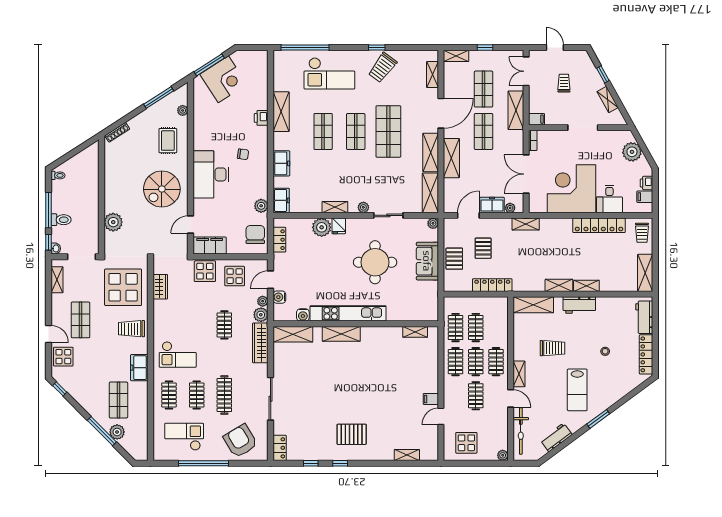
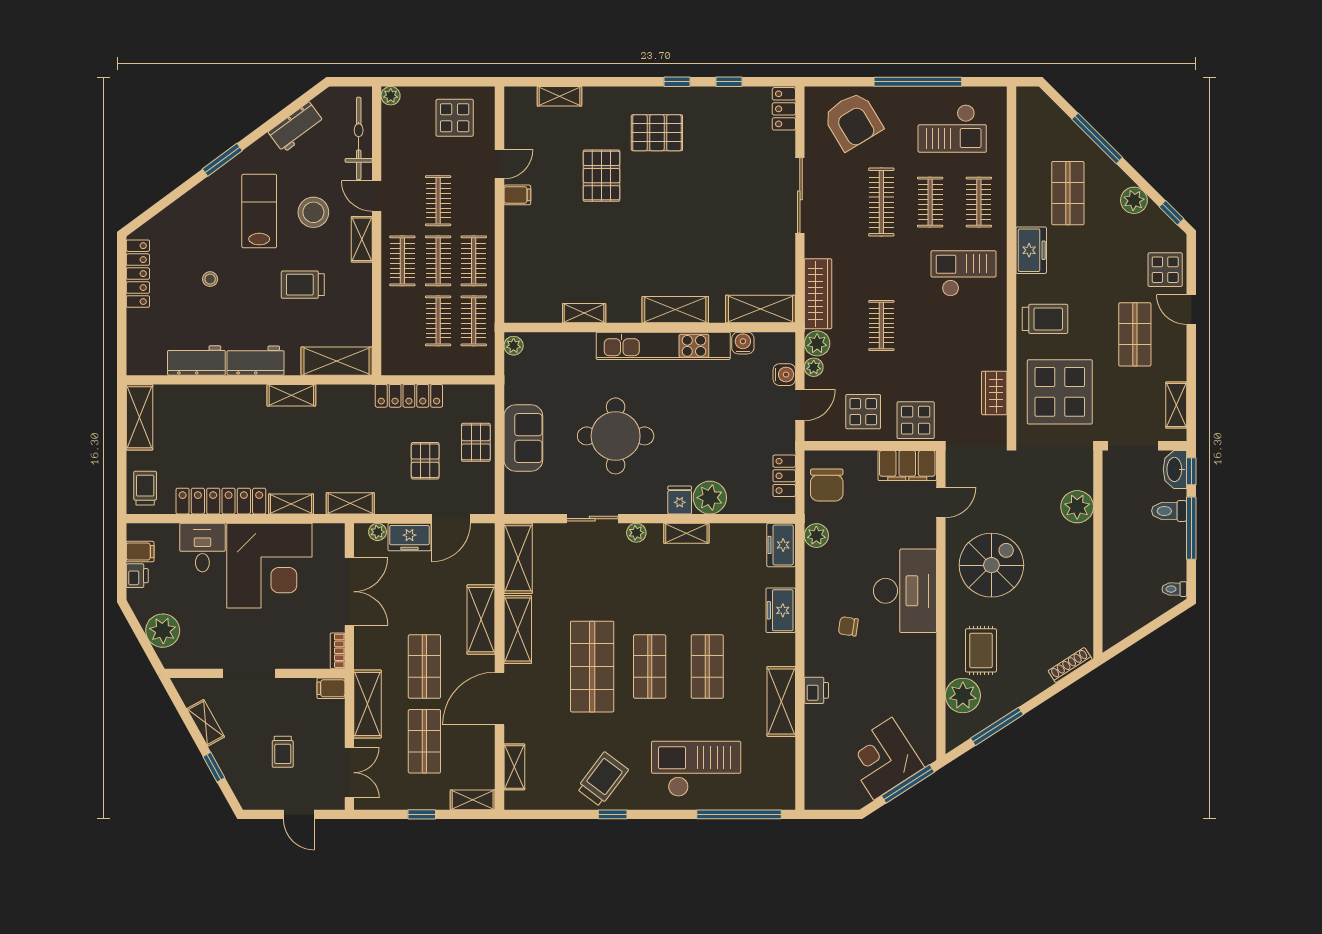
plant: (183, 110) -> (963, 695), width x1.88, depth x1.88
plant: (433, 223) -> (514, 346), moved
washbasin: (56, 248) -> (1175, 469), width x1.91, depth x1.45
shelving: (586, 286) -> (291, 504), moved
workbench: (644, 317) -> (196, 360), moved, turned -90
shelving: (415, 332) -> (584, 313), moved
stool: (546, 389) -> (313, 212), added
pallet: (383, 410) -> (601, 176), added
plant: (117, 432) -> (1134, 200), moved

